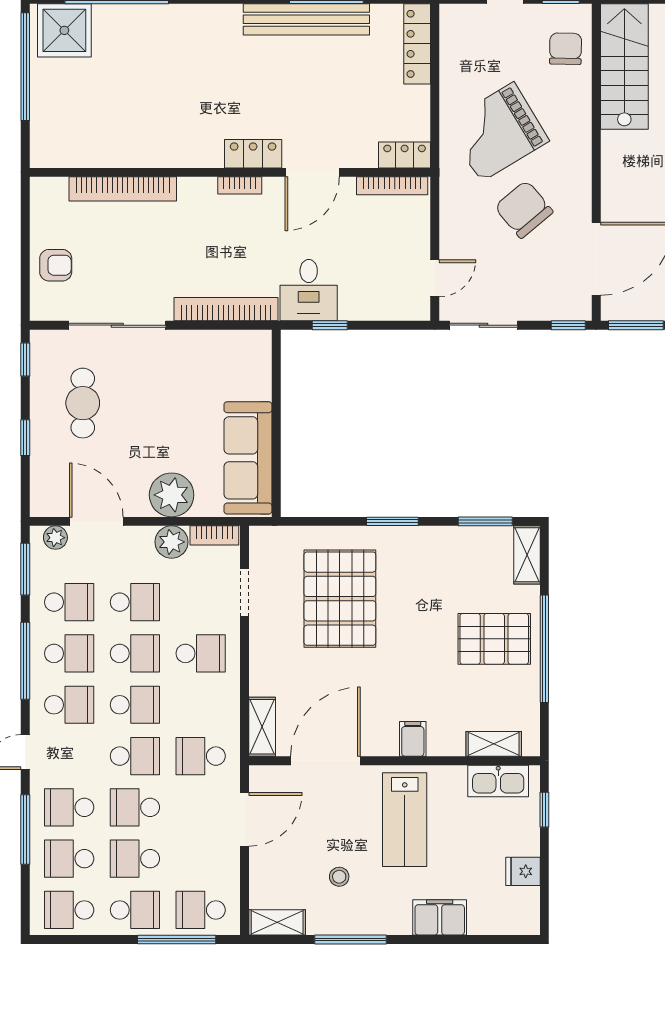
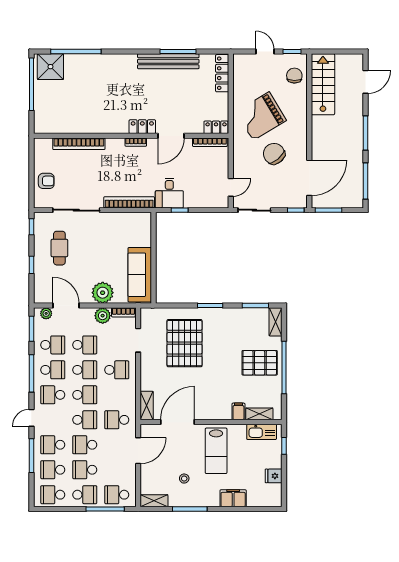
school desk: (69, 705) -> (53, 395), turned 180
filing cabinet: (413, 739) -> (238, 411), moved

